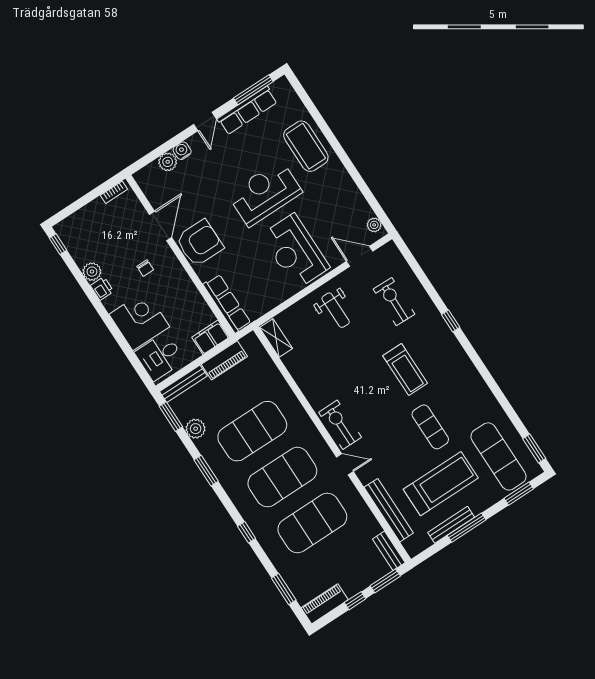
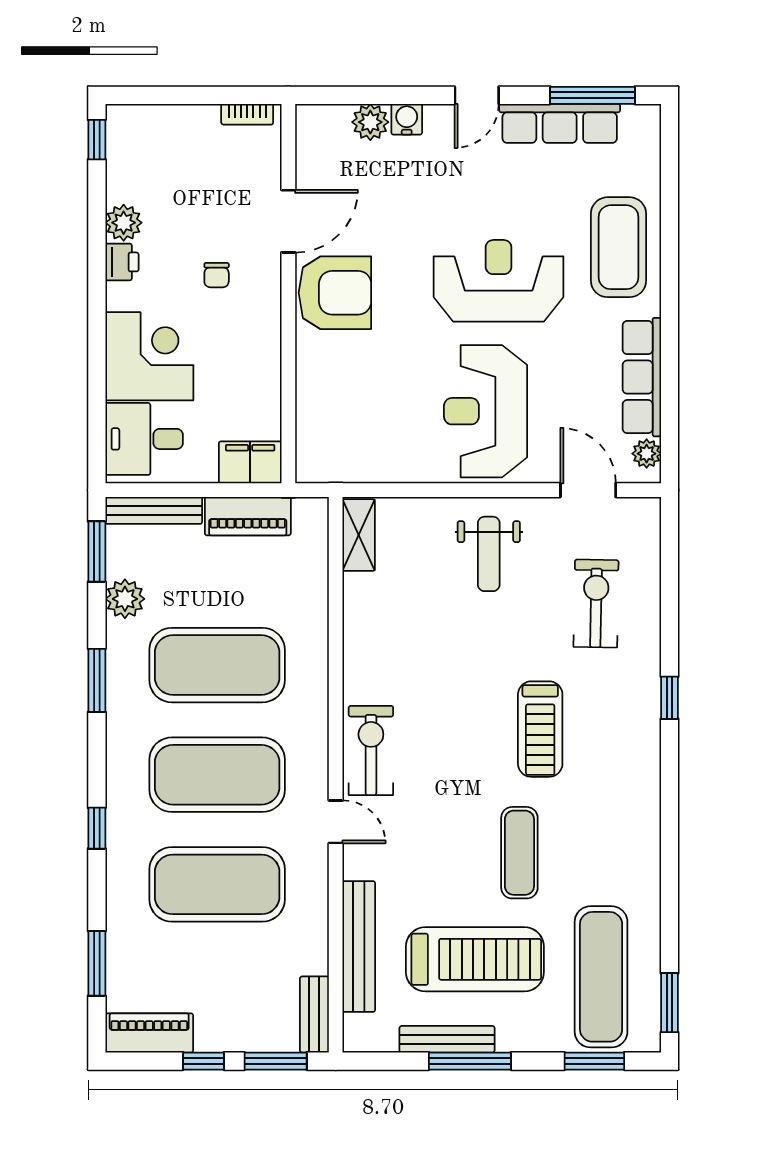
row of seats: (227, 304) -> (642, 377), moved, turned 180

